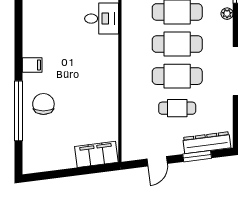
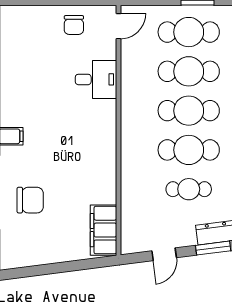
chair: (43, 104) -> (30, 200), moved, turned 90
filing cabinet: (96, 154) -> (104, 230), moved, turned -83

